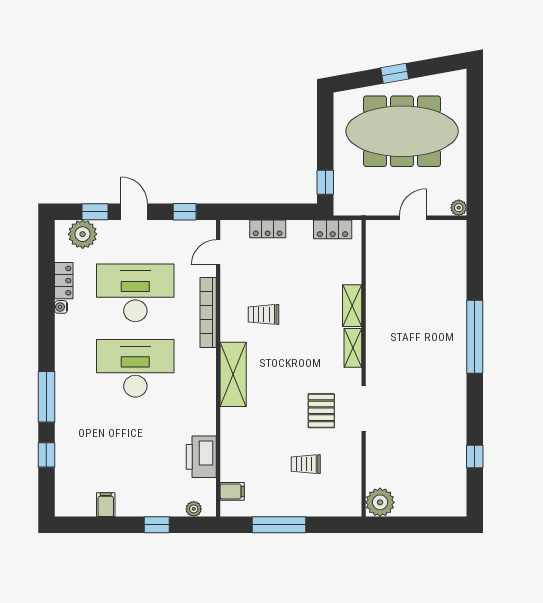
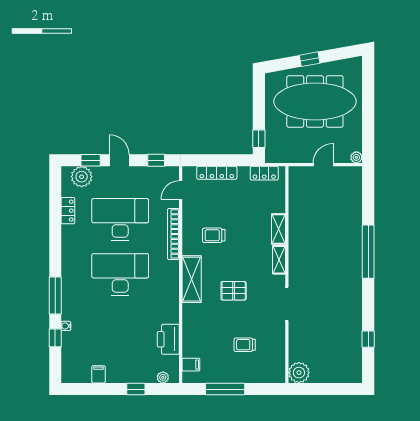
locker: (268, 229) -> (217, 173), width x1.53
water cooler: (61, 307) -> (66, 326), moved
pallet: (321, 411) -> (234, 291), moved, turned 90

